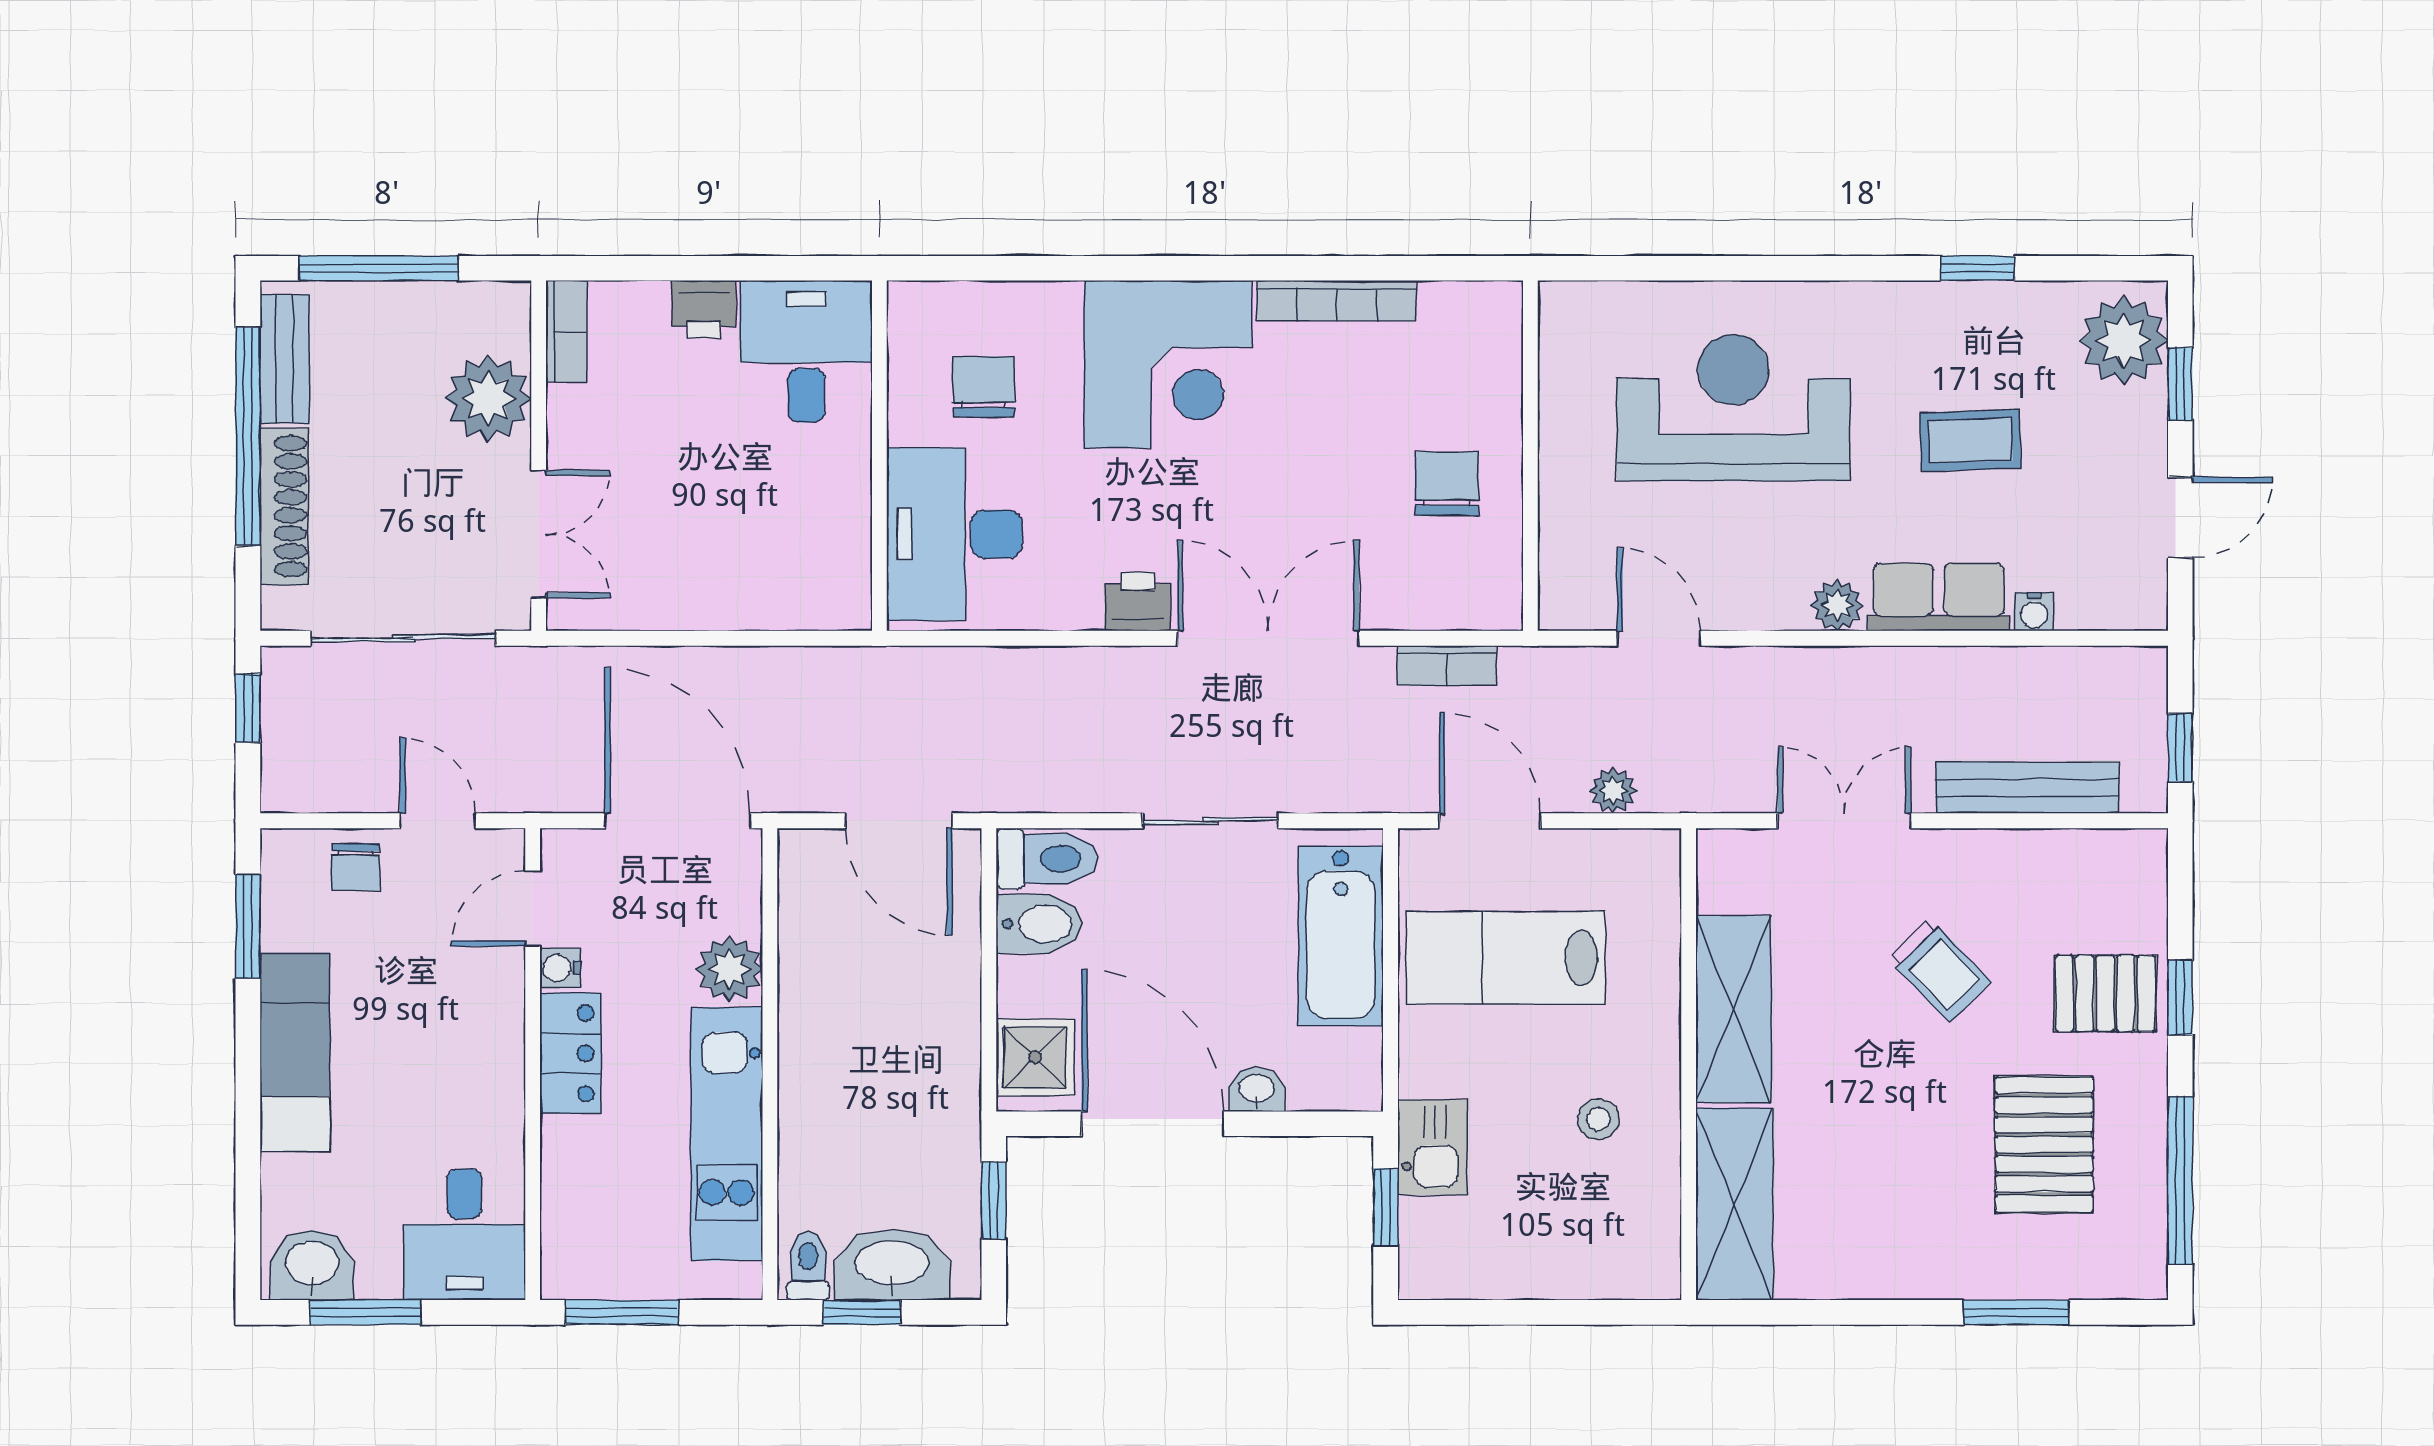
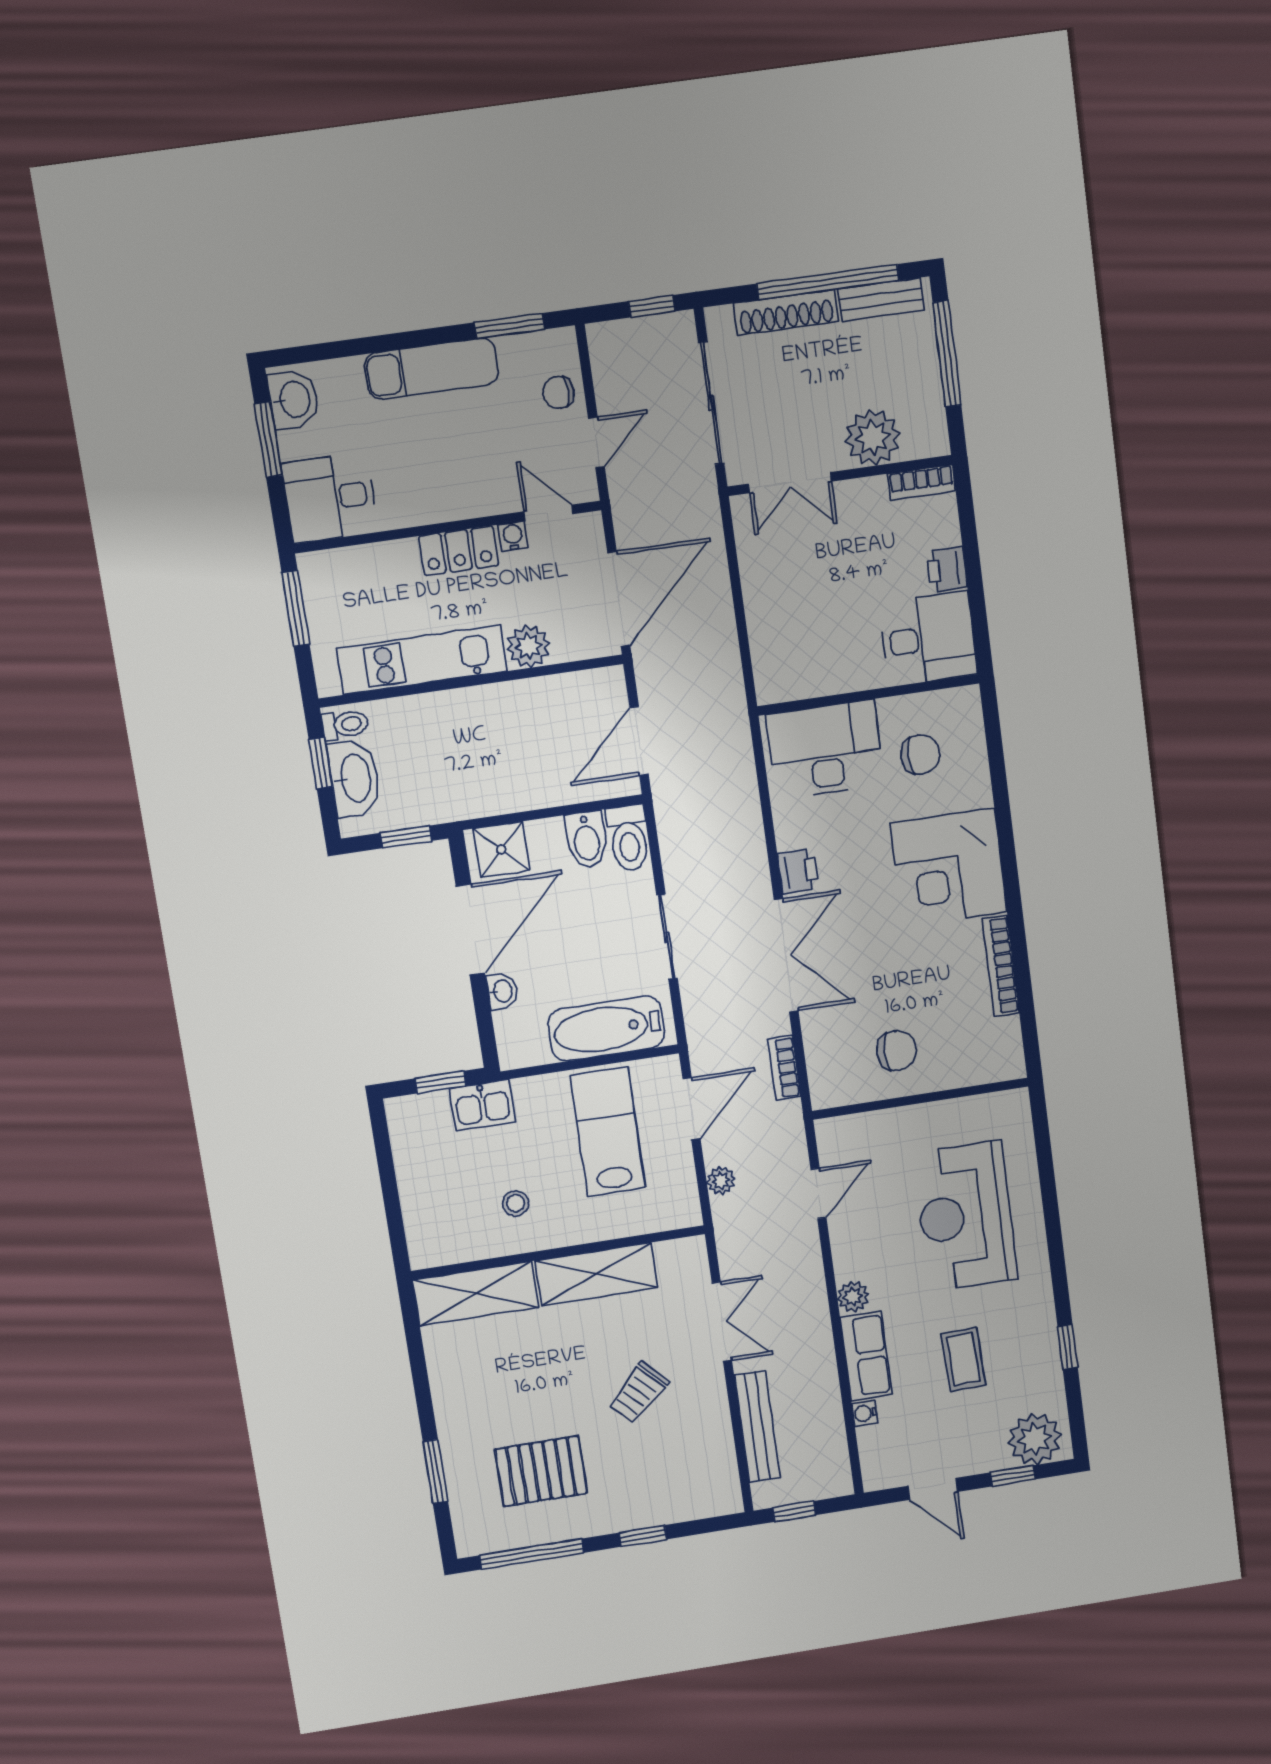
reception desk: (1733, 408) -> (965, 1216), turned 180
pallet: (2105, 993) -> (639, 1492), removed

